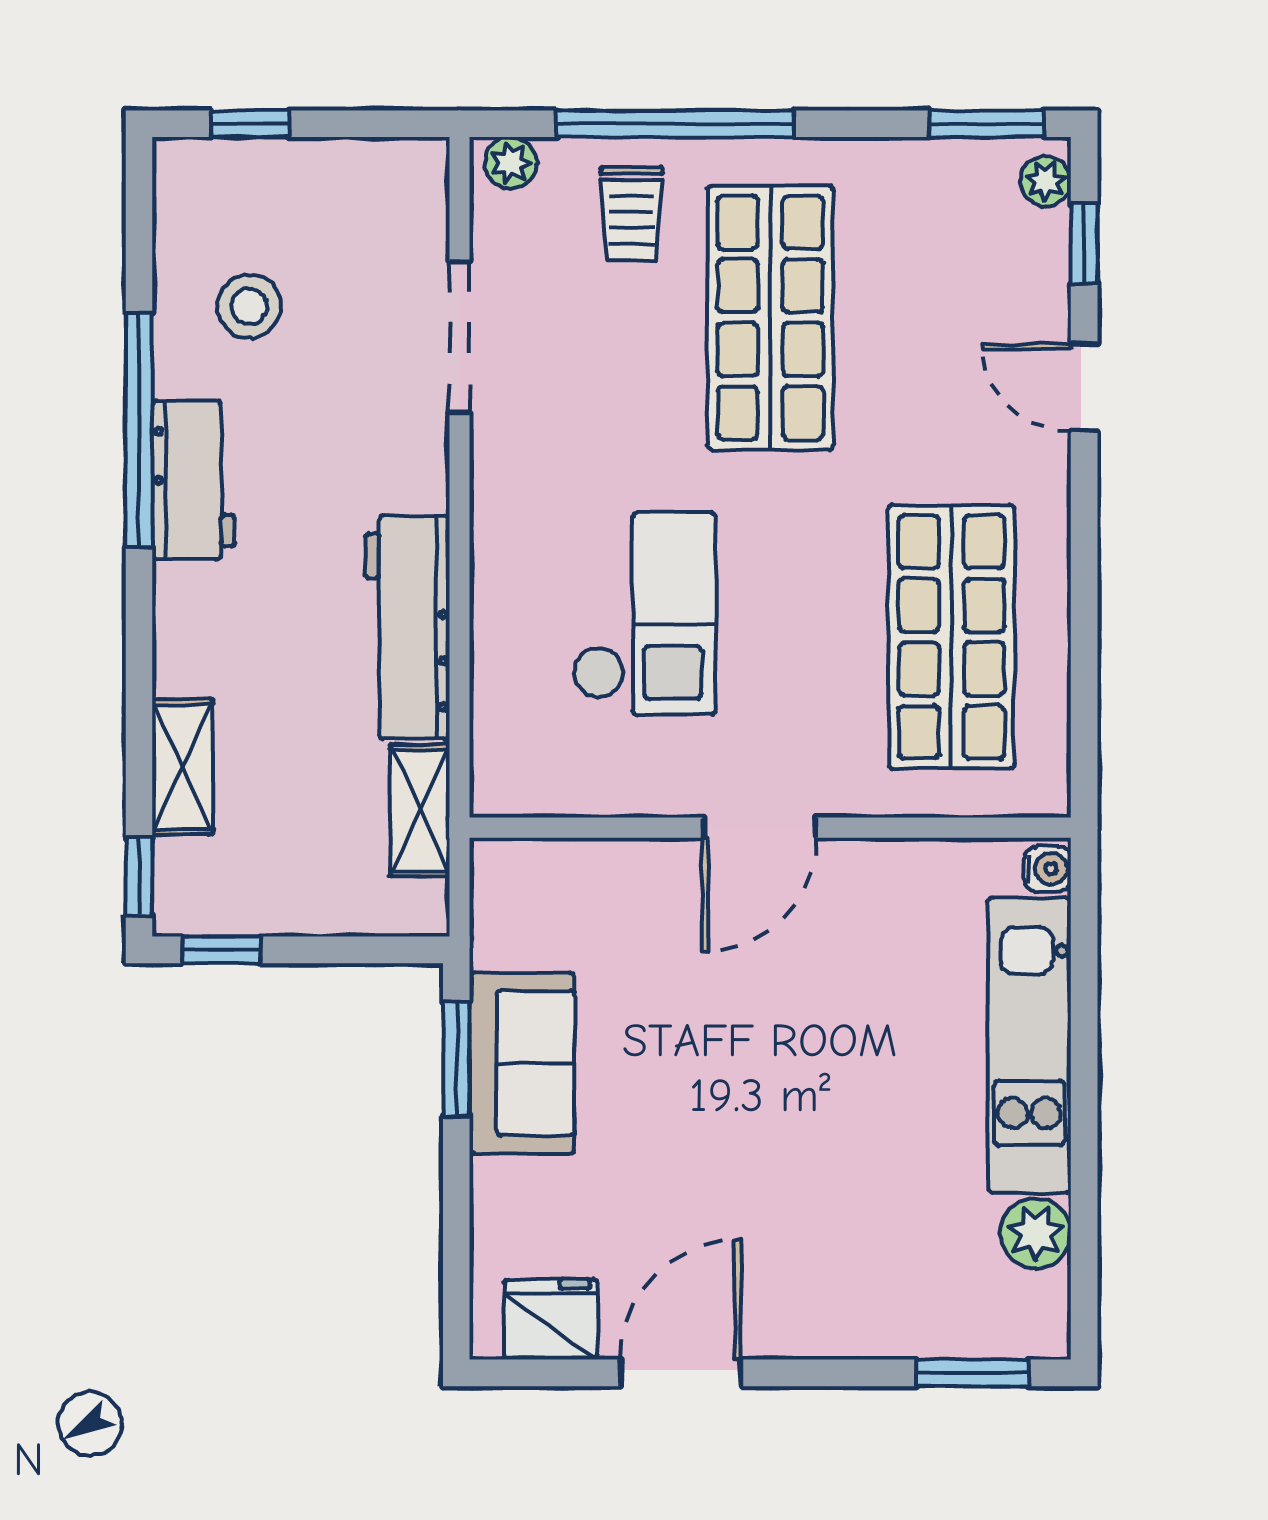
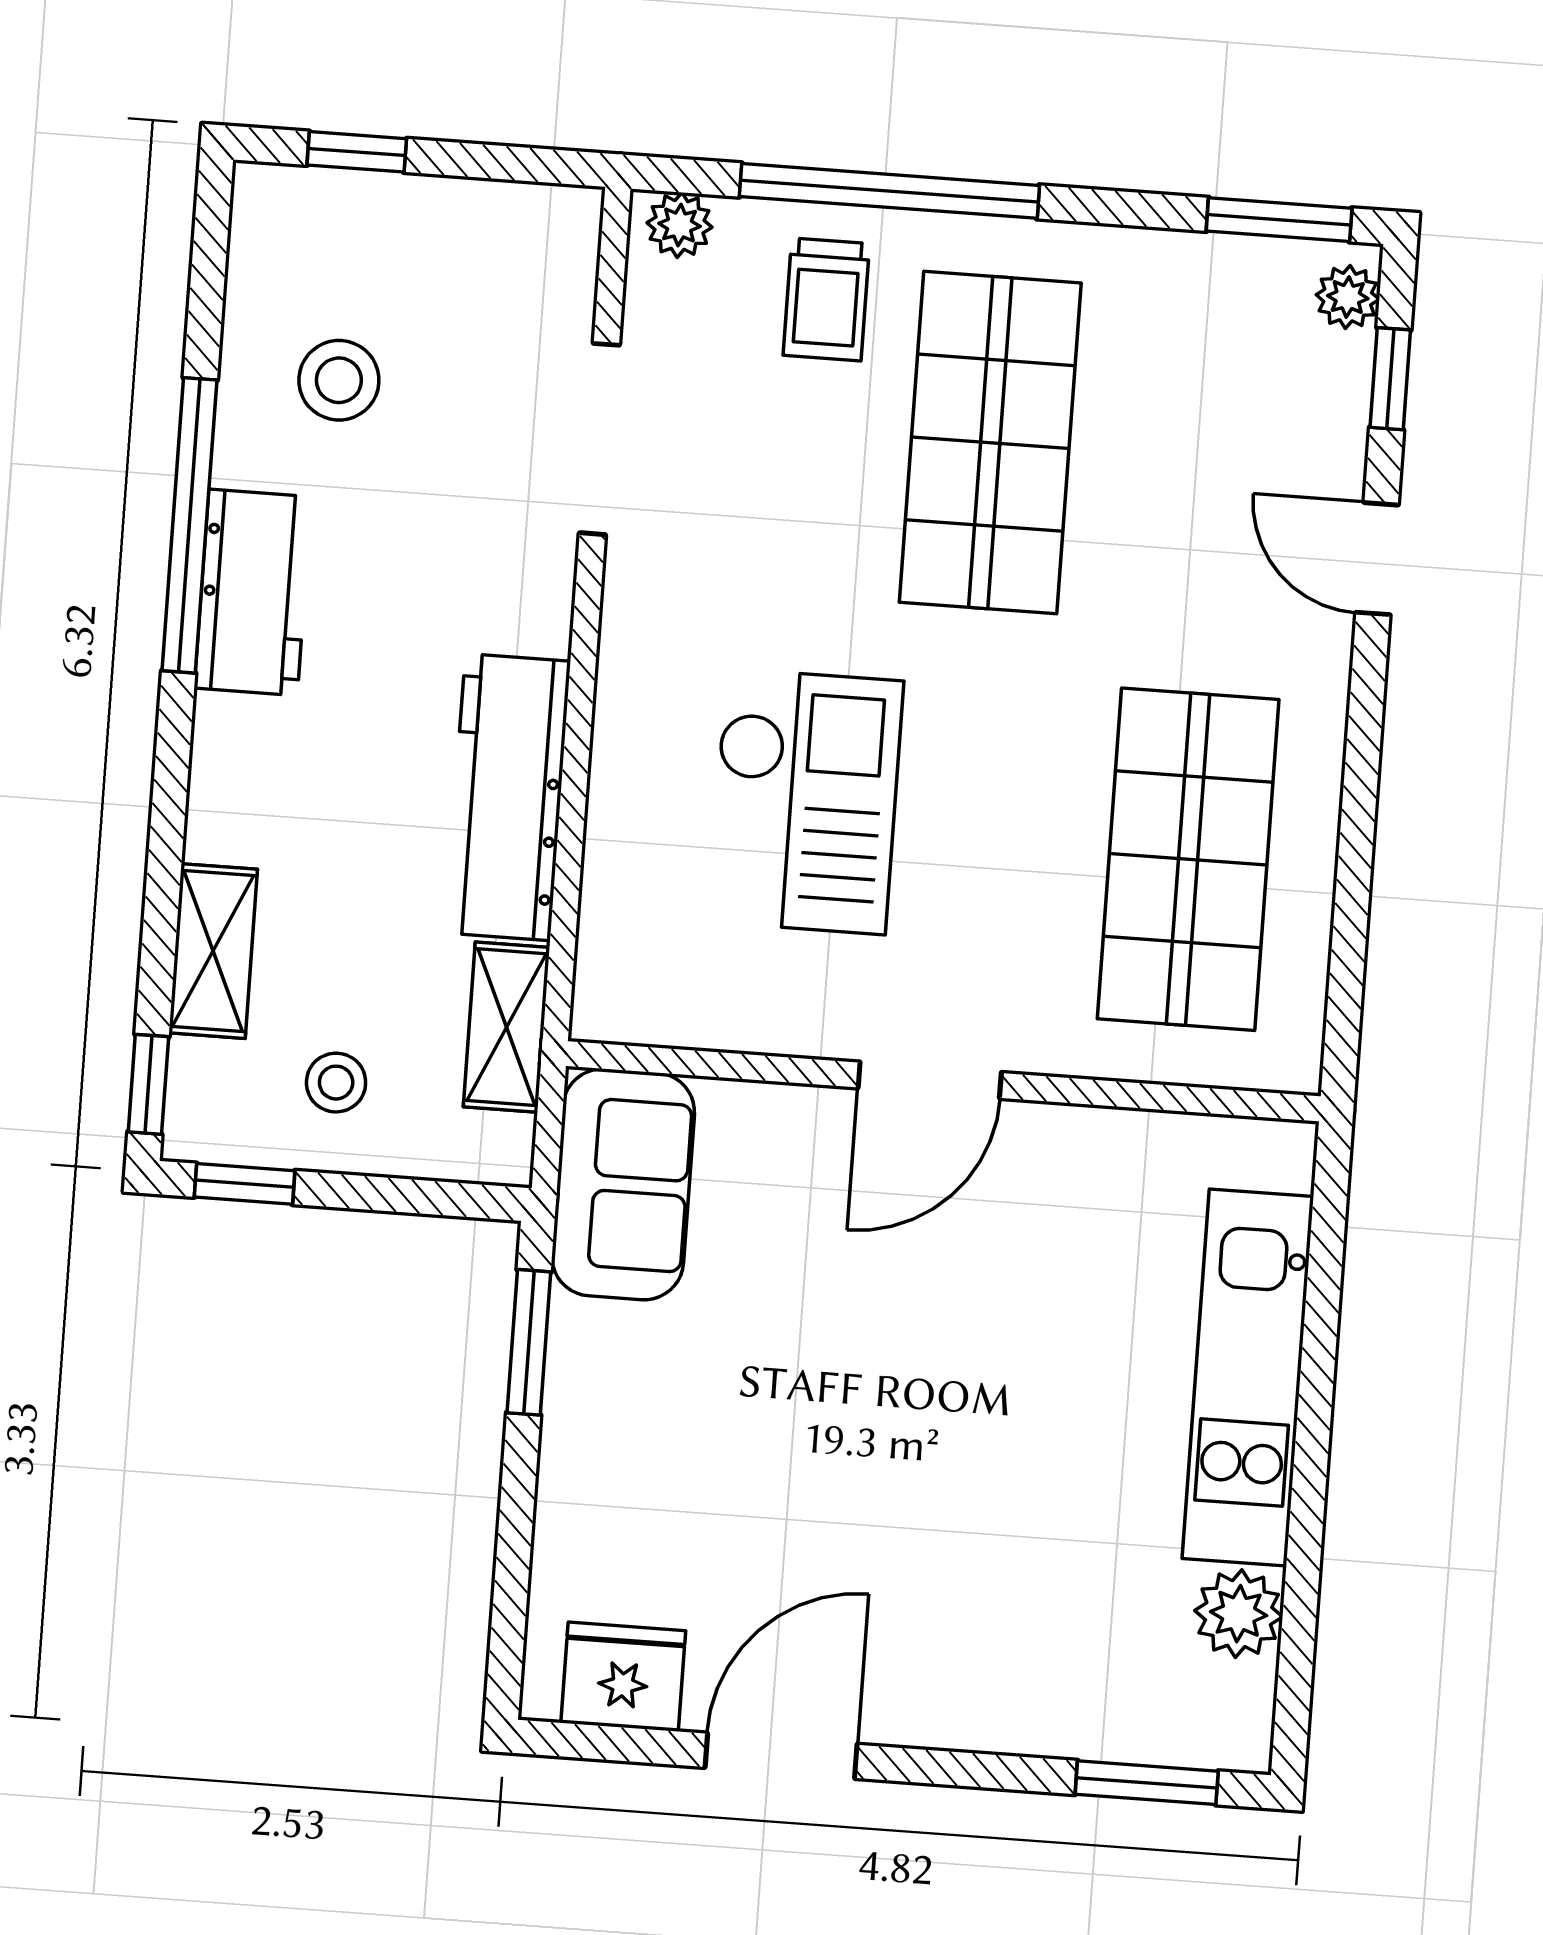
stool: (288, 864) -> (336, 1083), added
water cooler: (1048, 869) -> (1287, 1158), removed
sofa: (522, 1063) -> (623, 1184), moved

